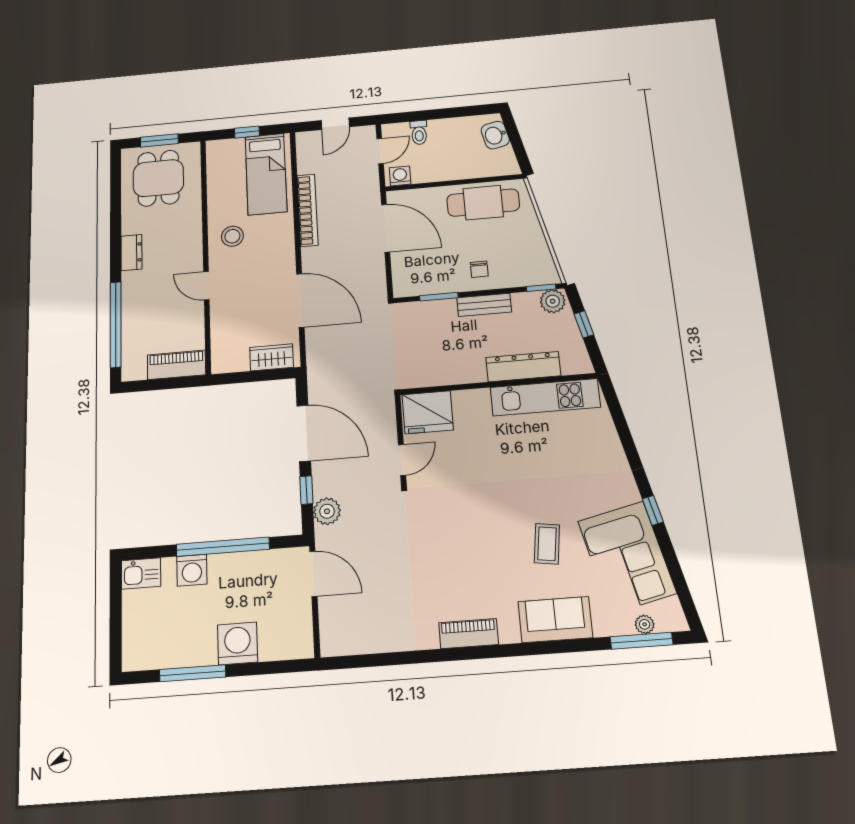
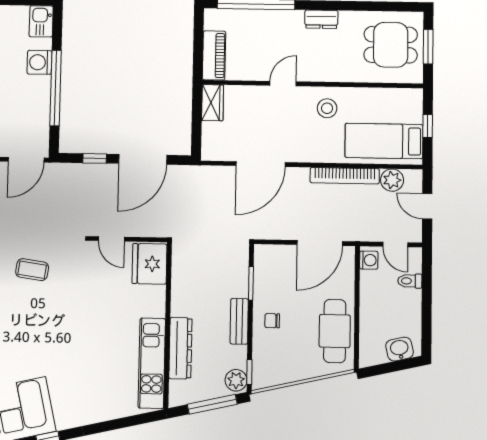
window: (584, 324) -> (212, 404), width x2.17
wardrobe: (272, 357) -> (213, 103), moved
plant: (327, 511) -> (392, 180), moved
coffee table: (547, 544) -> (32, 270), moved

